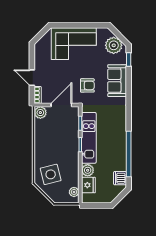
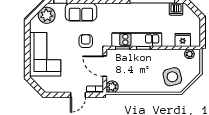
plant: (88, 170) -> (168, 41), removed

